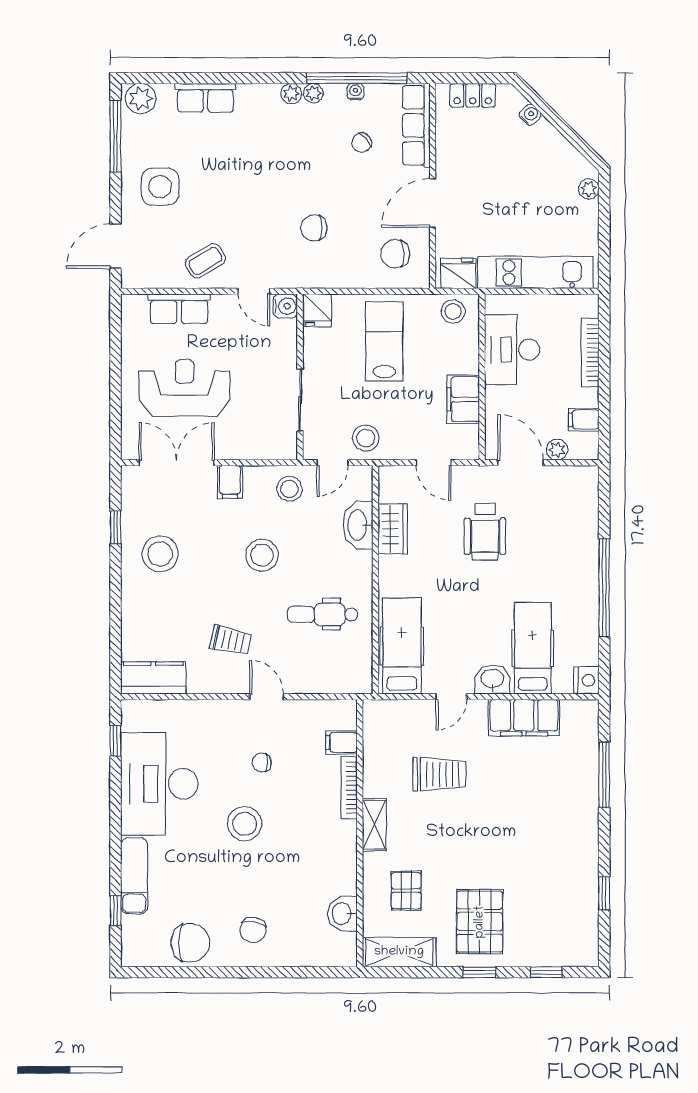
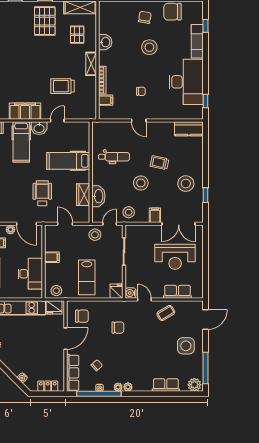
filing cabinet: (463, 399) -> (52, 257), width x0.50
trolley: (230, 640) -> (160, 163), moved
hospital bed: (402, 646) -> (68, 161), moved, turned 90
stool: (245, 824) -> (149, 47), moved
washbasin: (342, 914) -> (105, 42), moved

